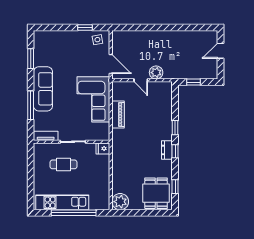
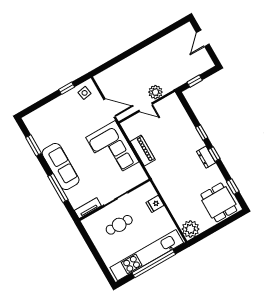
fridge: (103, 148) -> (155, 204), moved
kitchen unit: (62, 202) -> (147, 255), width x1.36

